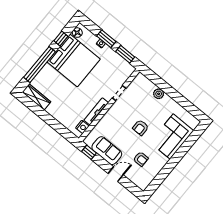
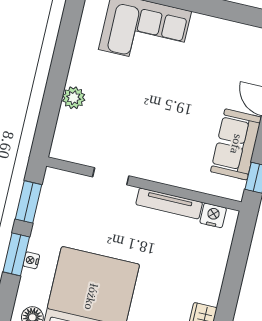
armchair: (141, 128) -> (158, 100), removed
armchair: (141, 159) -> (219, 70), removed

